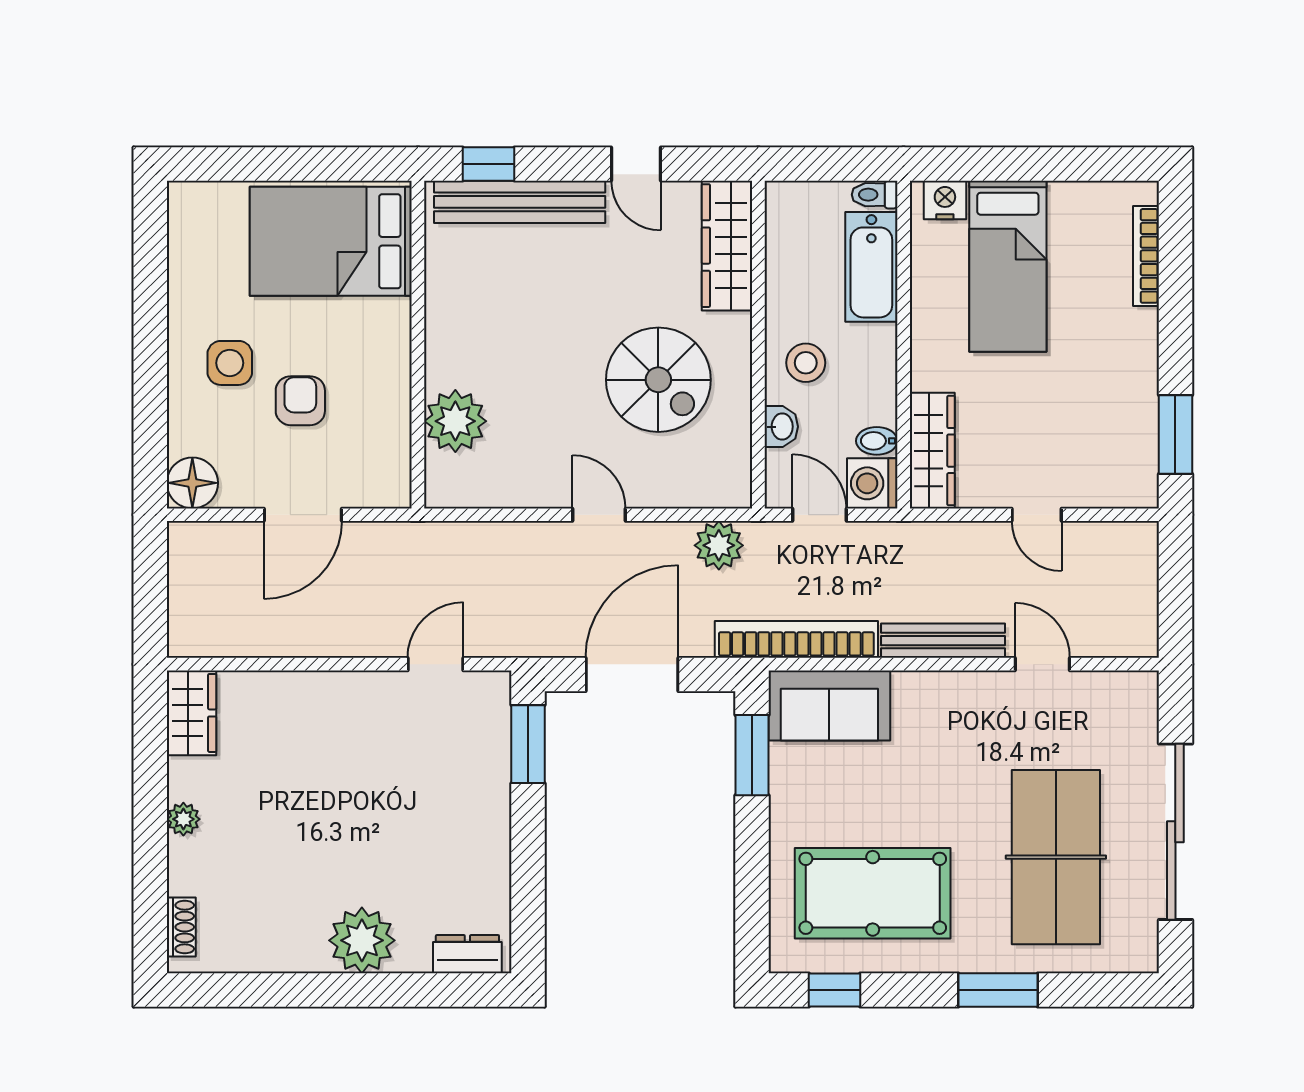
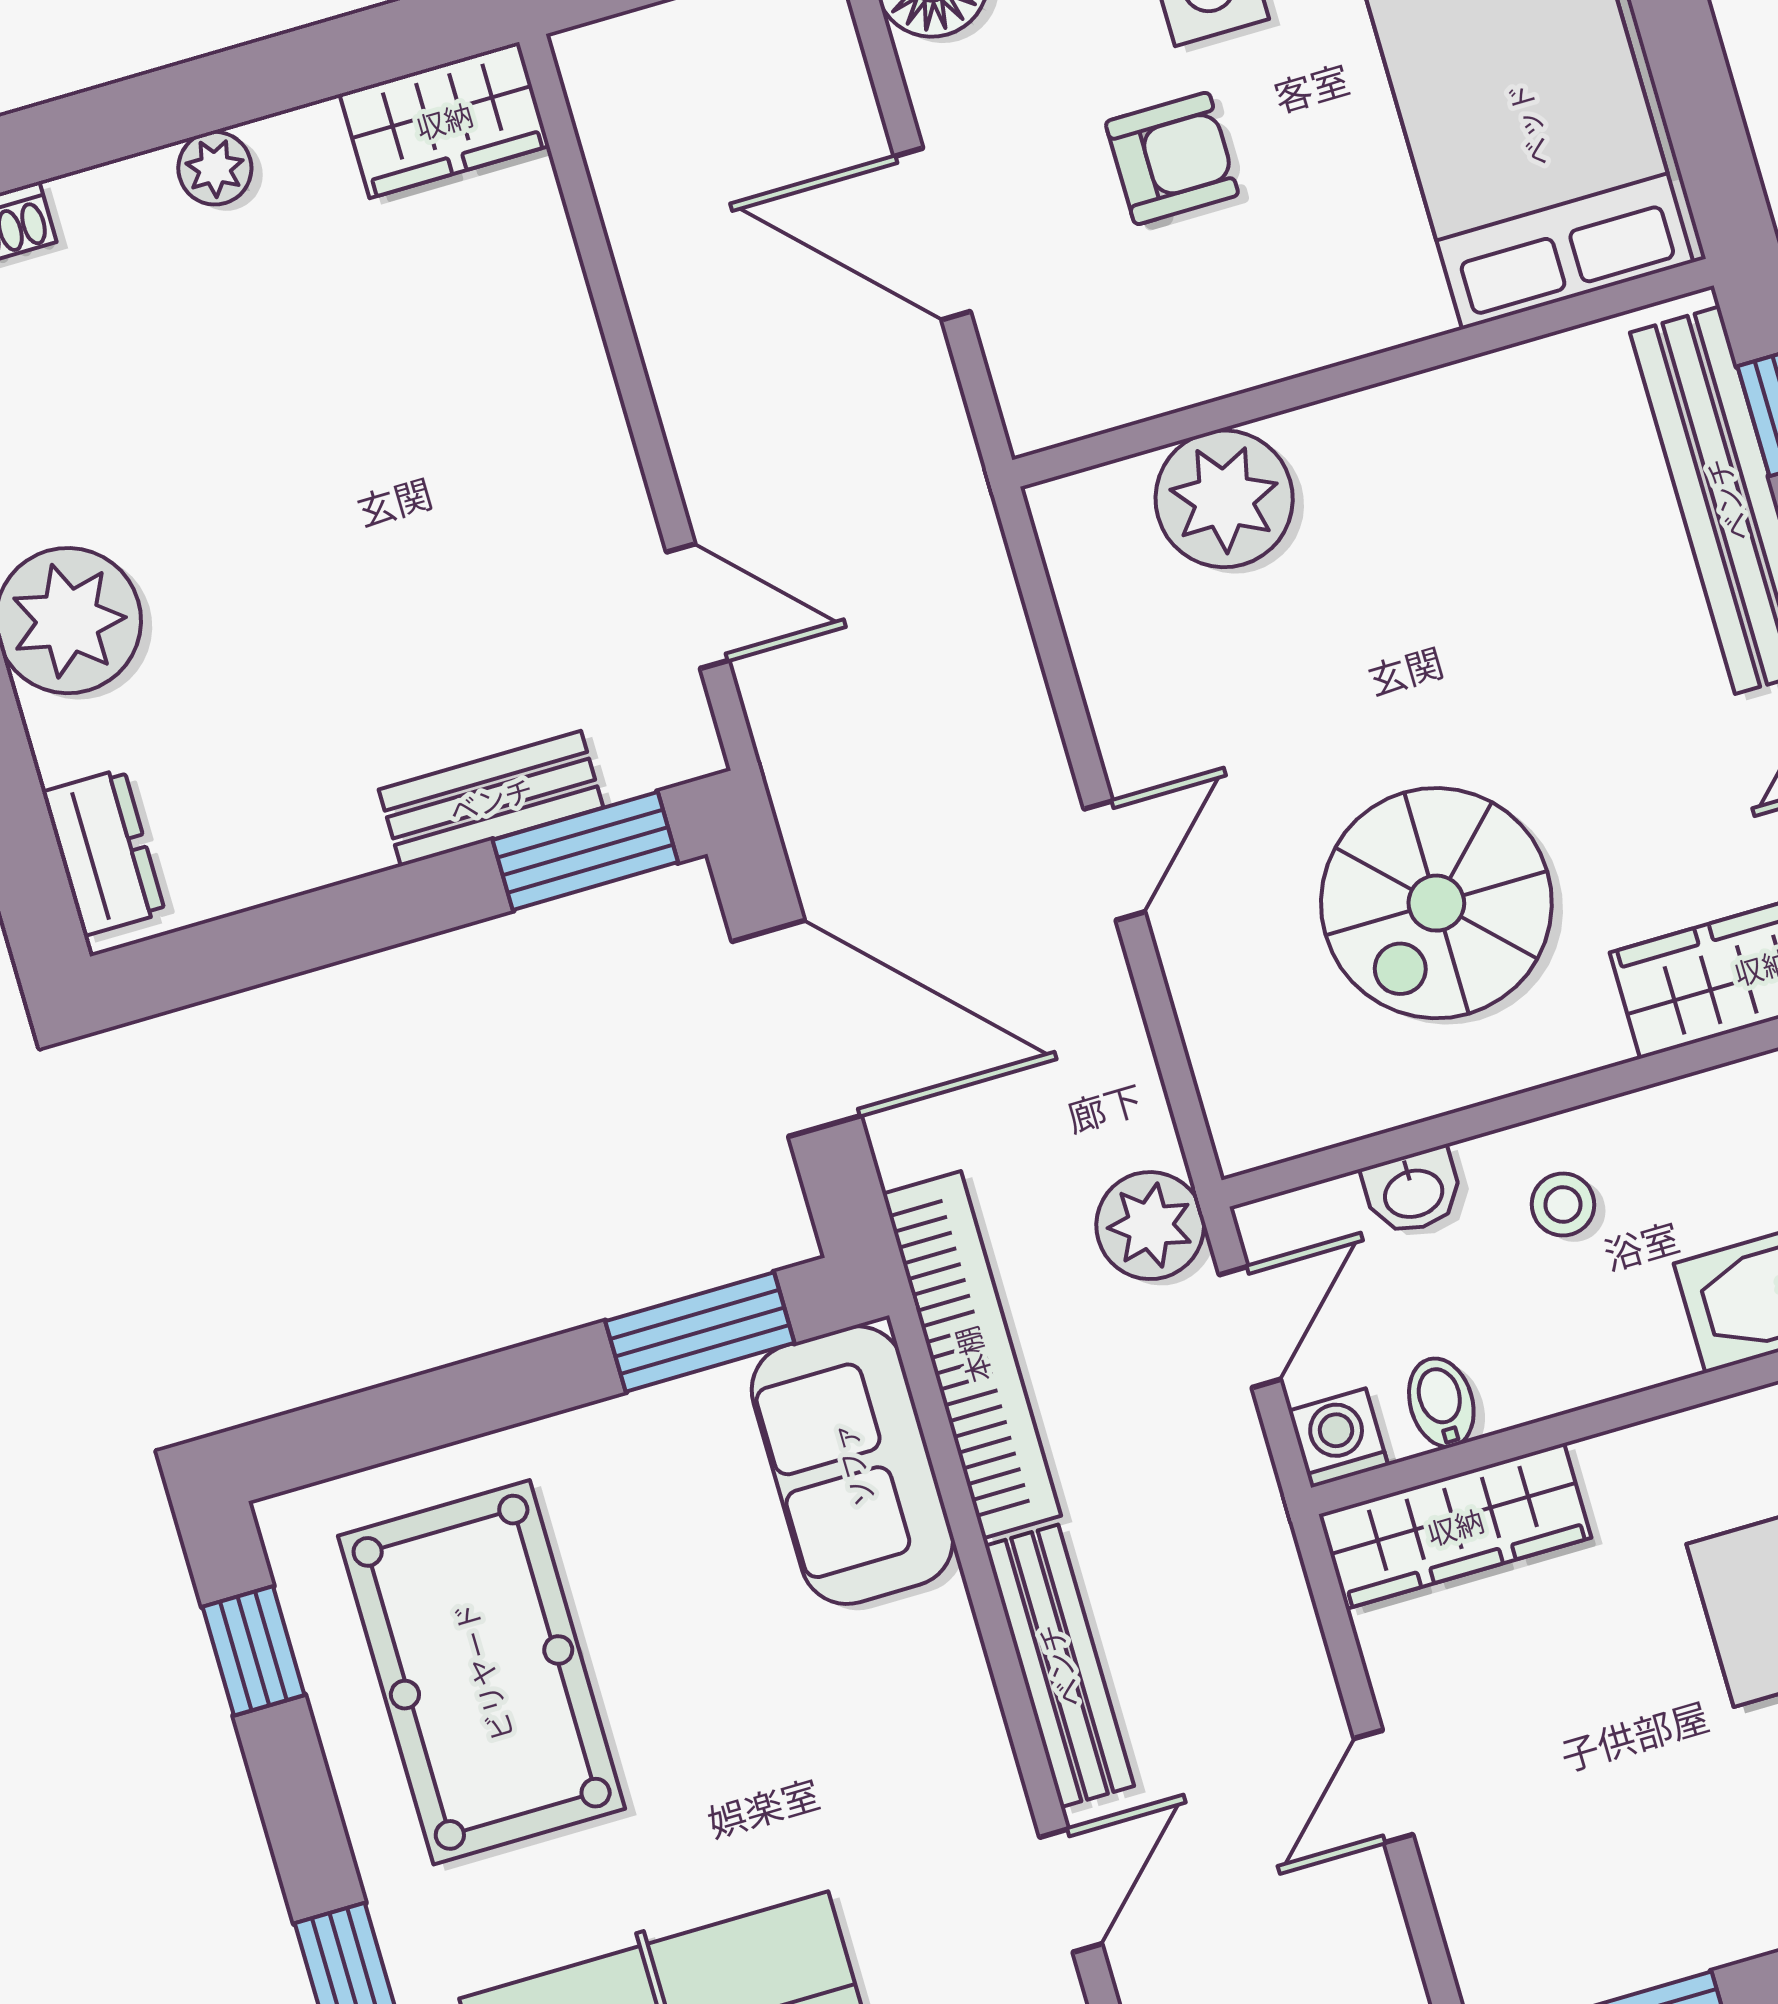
stool: (806, 363) -> (1563, 1204), width x0.73, depth x0.73
washing machine: (872, 483) -> (1338, 1438), width x0.73, depth x0.73
plant: (719, 545) -> (1150, 1226), moved
bench: (493, 779) -> (491, 799), added

